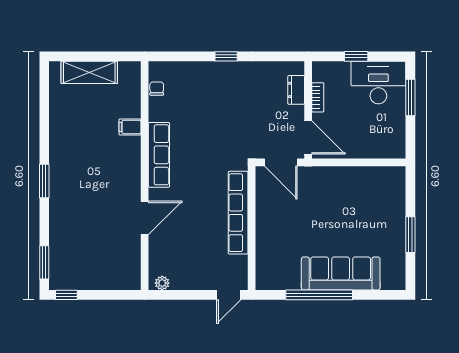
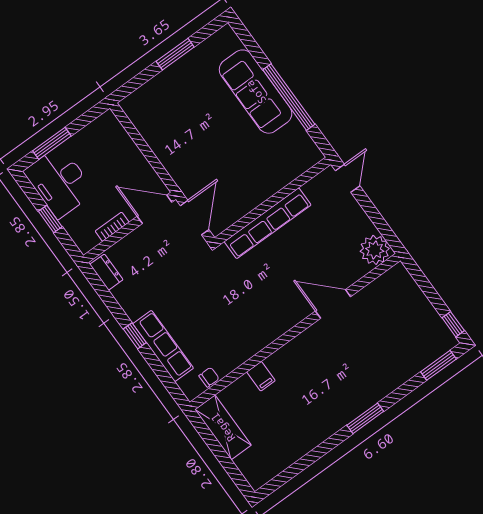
shelving: (89, 72) -> (223, 427), moved
chair: (157, 89) -> (209, 377), turned 180
dresser: (296, 90) -> (106, 272), moved, turned -90
door: (308, 138) -> (155, 209), hinge flipped
row of seats: (159, 155) -> (163, 346), moved, turned 90
plant: (162, 283) -> (375, 250), width x1.88, depth x1.88
door: (229, 295) -> (348, 178), hinge flipped

